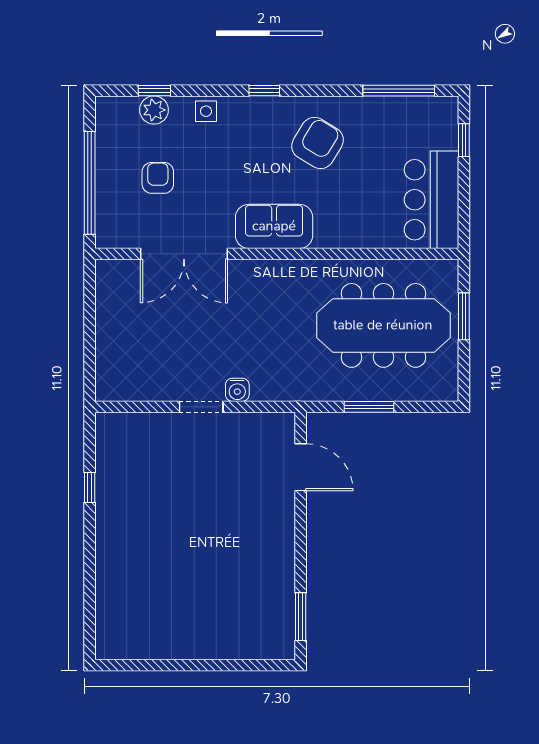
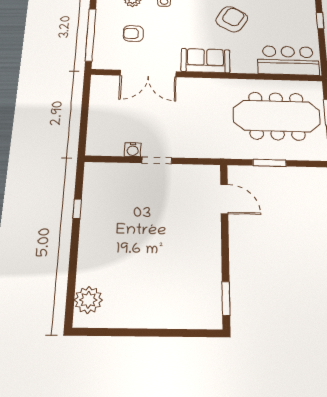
armchair: (158, 178) -> (133, 33), turned -90
bar counter: (432, 200) -> (288, 60), moved, turned 90
water cooler: (237, 390) -> (133, 150), moved
plant: (114, 621) -> (88, 300), added

